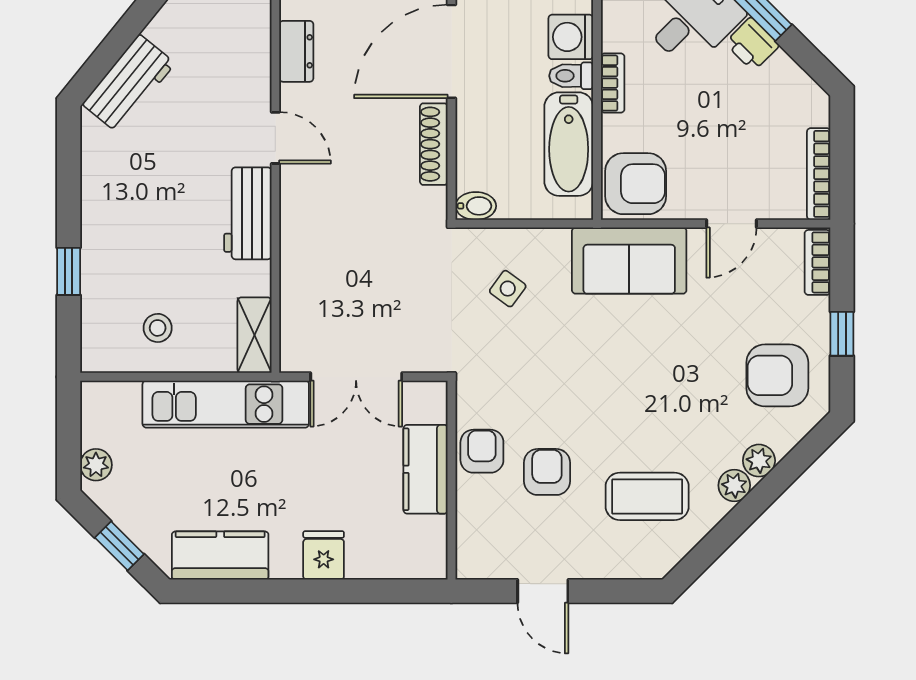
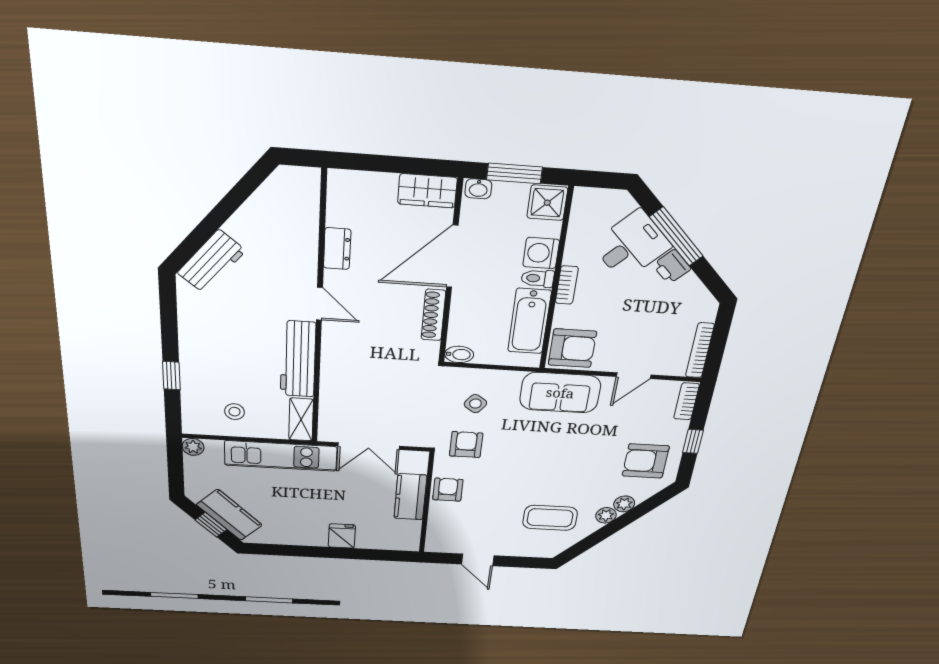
workbench: (248, 213) -> (298, 359), width x1.38
plant: (96, 465) -> (193, 447), moved
armchair: (547, 472) -> (466, 445), moved
kitchen counter: (220, 556) -> (229, 515), moved, turned 45

